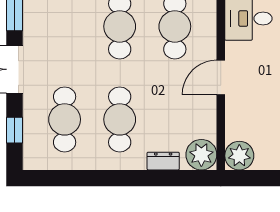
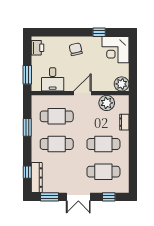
door: (221, 78) -> (82, 93), swing flipped
plant: (201, 155) -> (107, 103), moved

